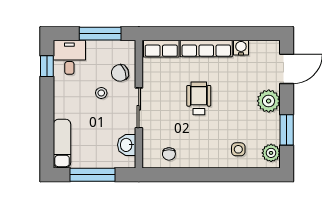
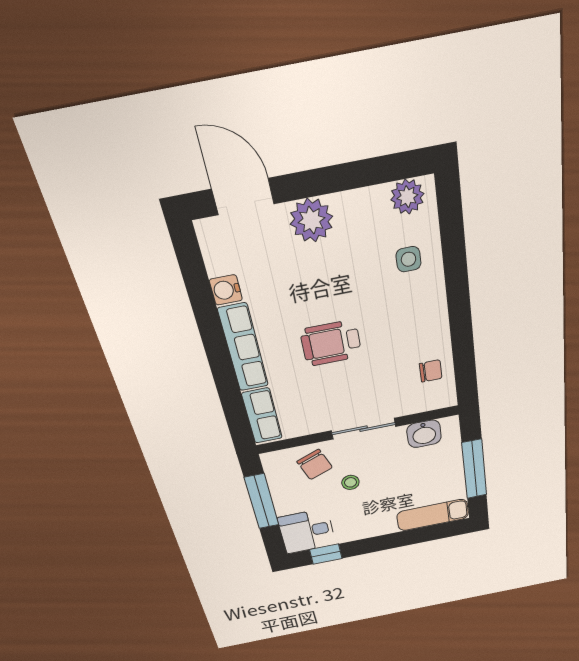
window: (287, 130) -> (360, 174), removed

